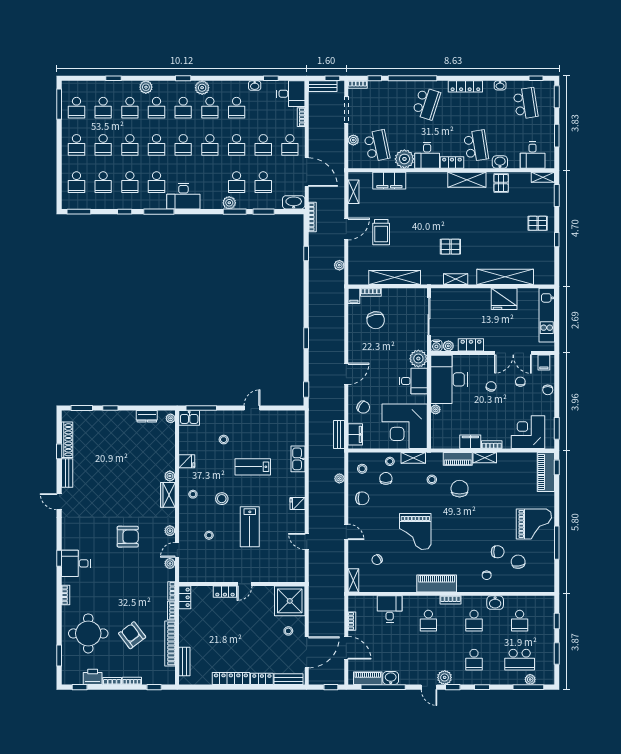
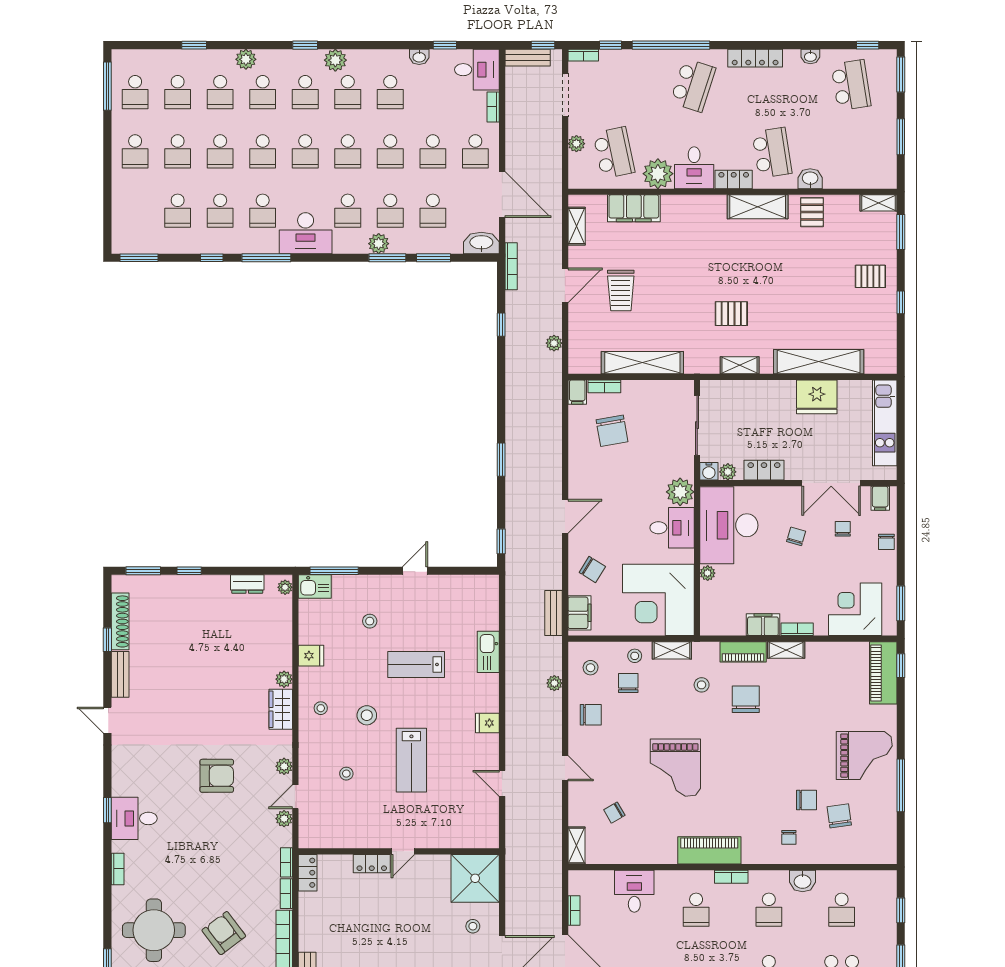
desk: (533, 155) -> (862, 168), removed
school desk: (76, 182) -> (348, 211), moved

